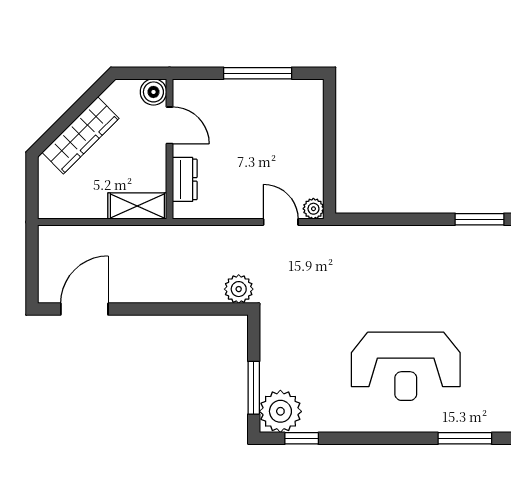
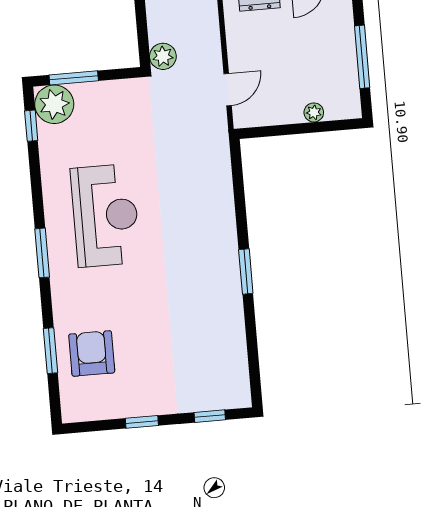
plant: (313, 209) -> (314, 112), moved
reception desk: (406, 366) -> (105, 215), turned 180
window: (465, 438) -> (42, 253), moved

